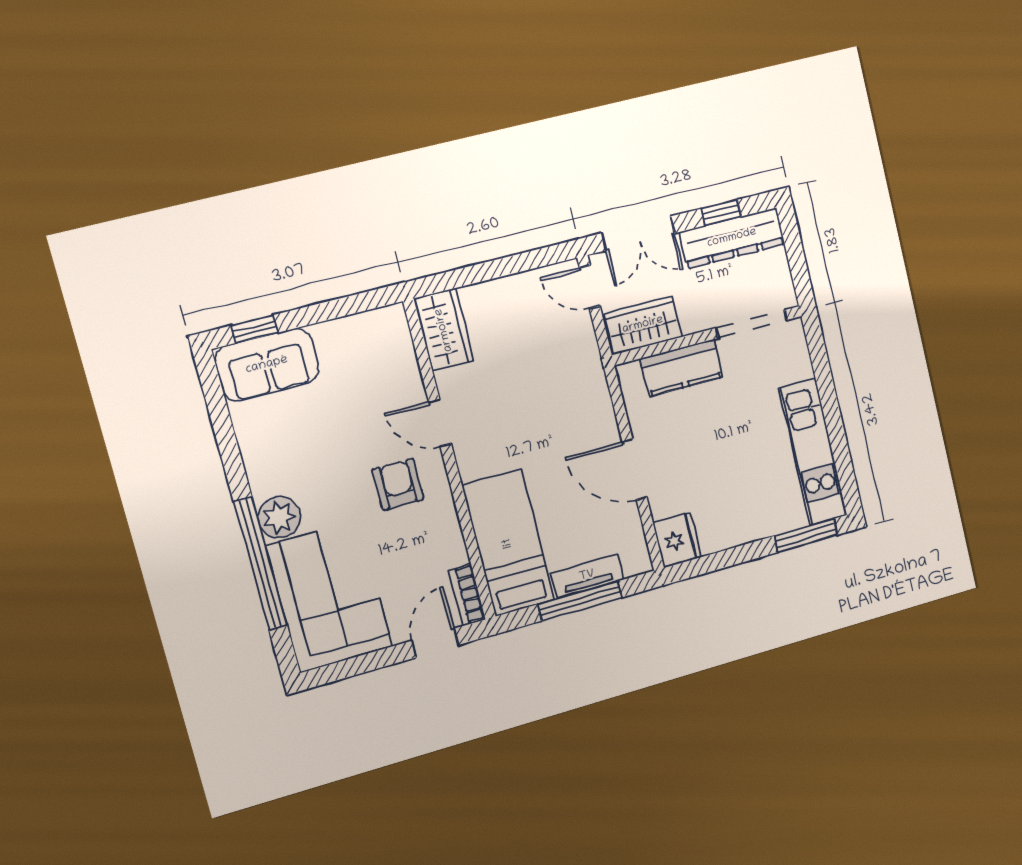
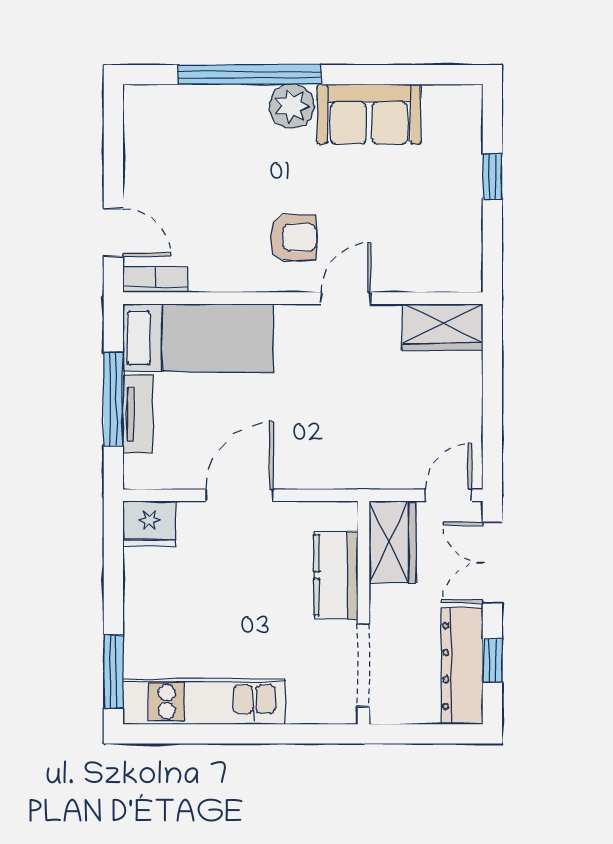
window: (255, 329) -> (492, 177), moved
sofa: (267, 365) -> (369, 114), moved, turned -90
corner sofa: (329, 597) -> (195, 135), removed

